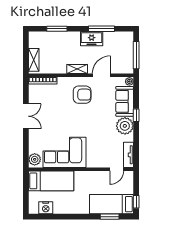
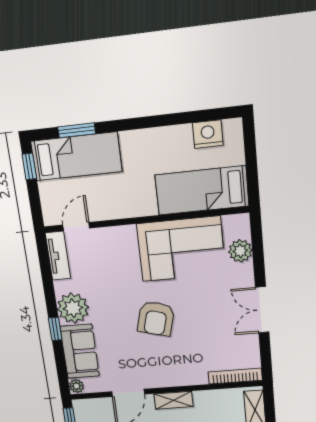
armchair: (82, 95) -> (156, 318), moved, turned -75
plant: (35, 159) -> (240, 251), moved

